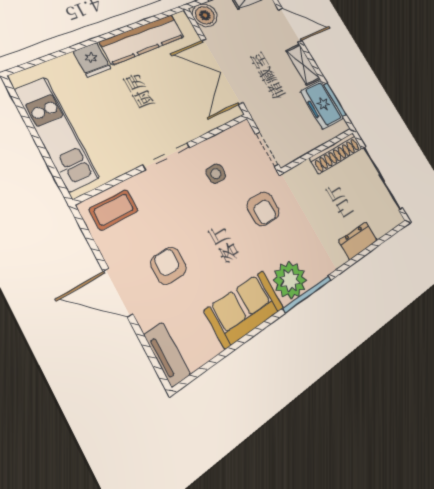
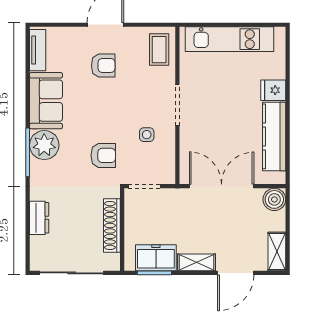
shoe rack: (336, 153) -> (112, 225), moved
armchair: (263, 209) -> (103, 155), turned 180
tv unit: (167, 355) -> (38, 50), moved, turned -90

